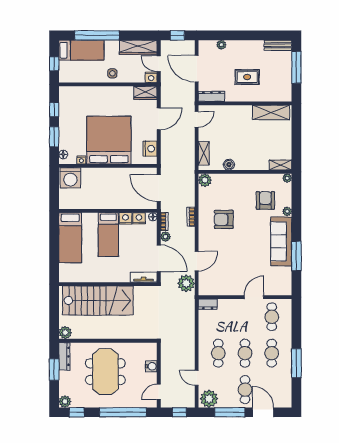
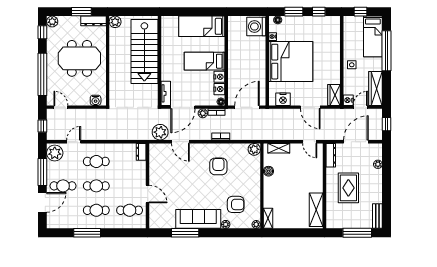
rug: (247, 77) -> (348, 188), width x1.36, depth x1.43
water cooler: (151, 366) -> (96, 100), moved

